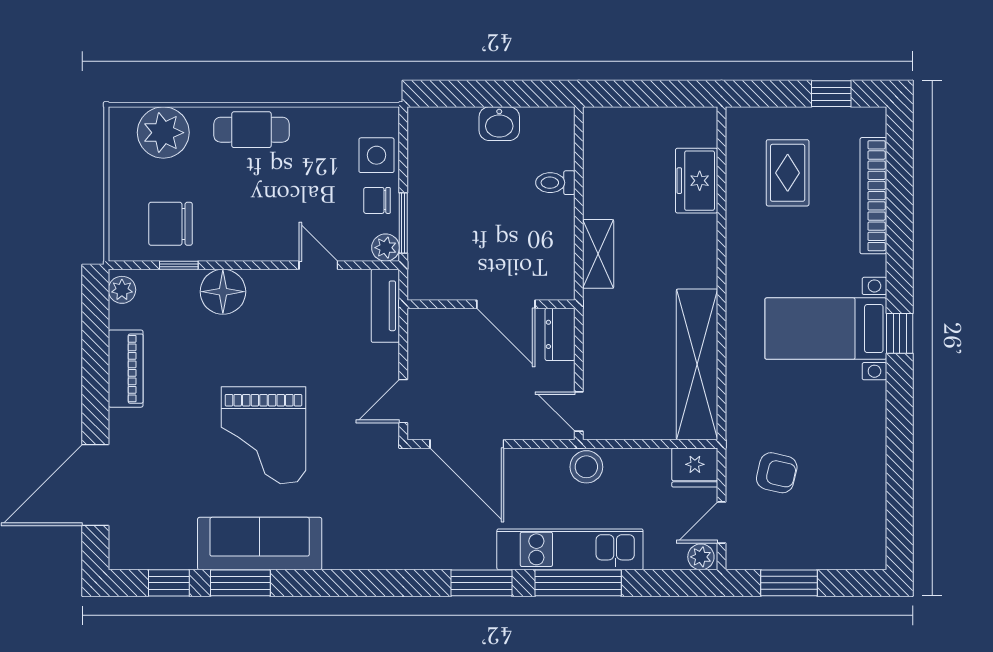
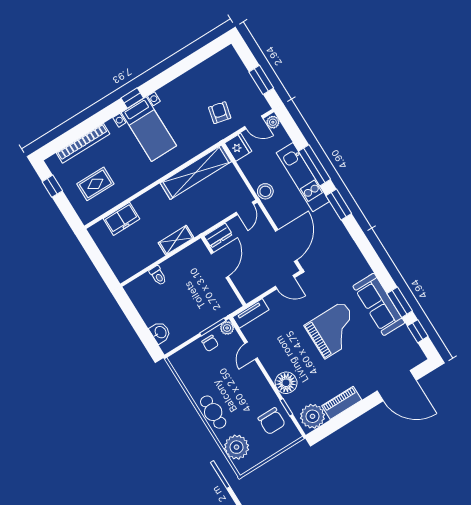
washbasin: (499, 124) -> (160, 332), moved
side table: (376, 155) -> (192, 355), removed
plant: (122, 290) -> (313, 416), width x1.87, depth x1.87

